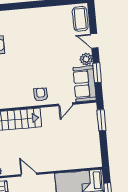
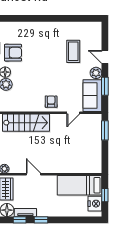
coffee table: (80, 19) -> (73, 51), moved

